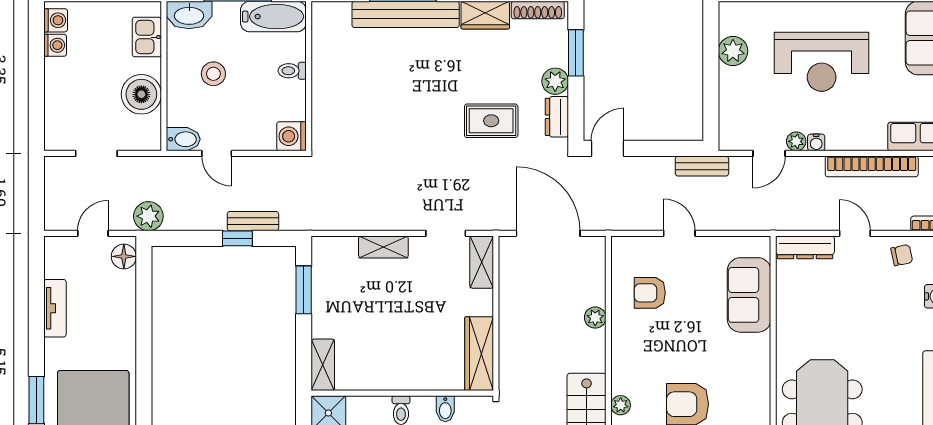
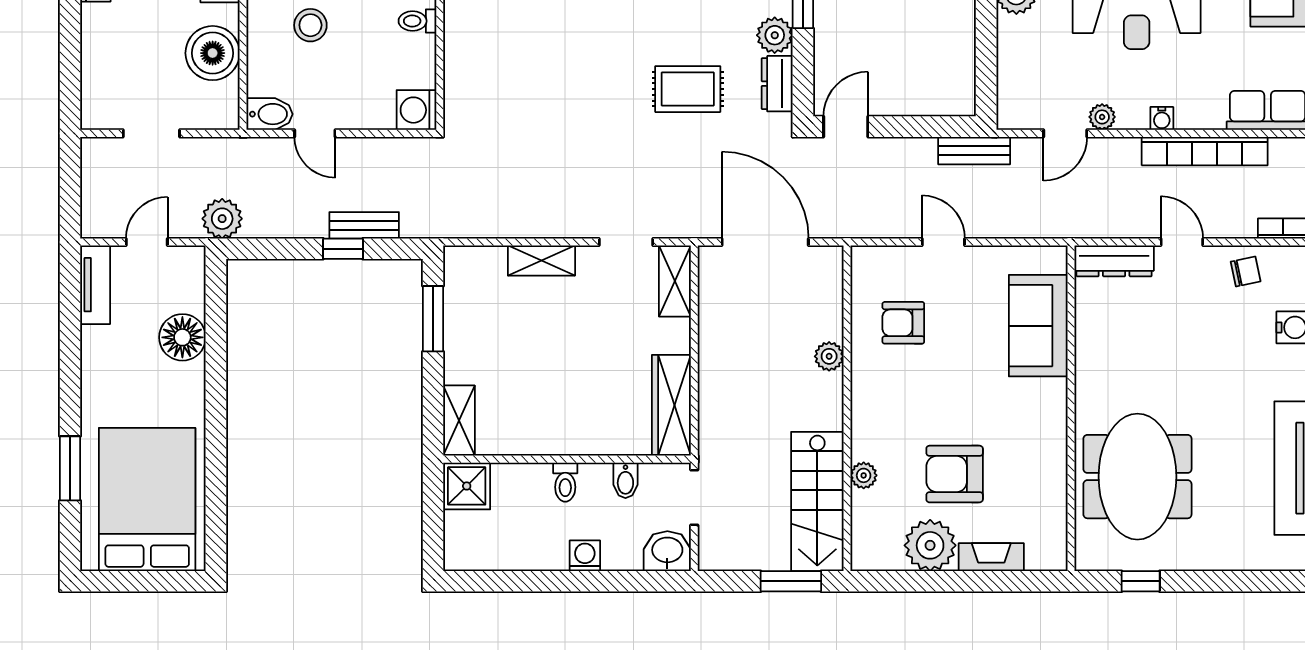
water cooler: (816, 142) -> (1162, 118), moved
floor lamp: (124, 256) -> (182, 337), moved, width x1.38, depth x1.38
tv unit: (55, 308) -> (95, 285), moved

